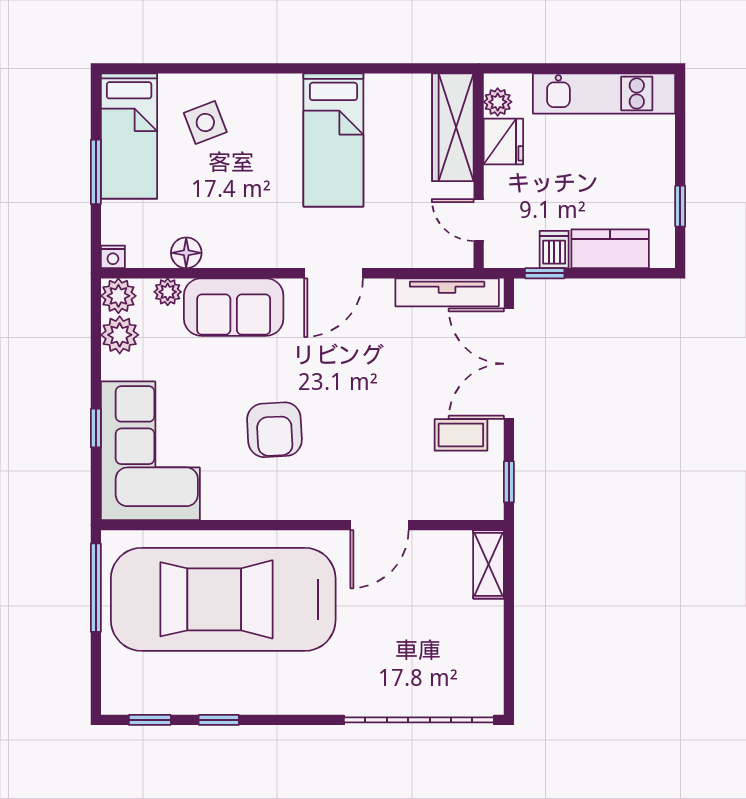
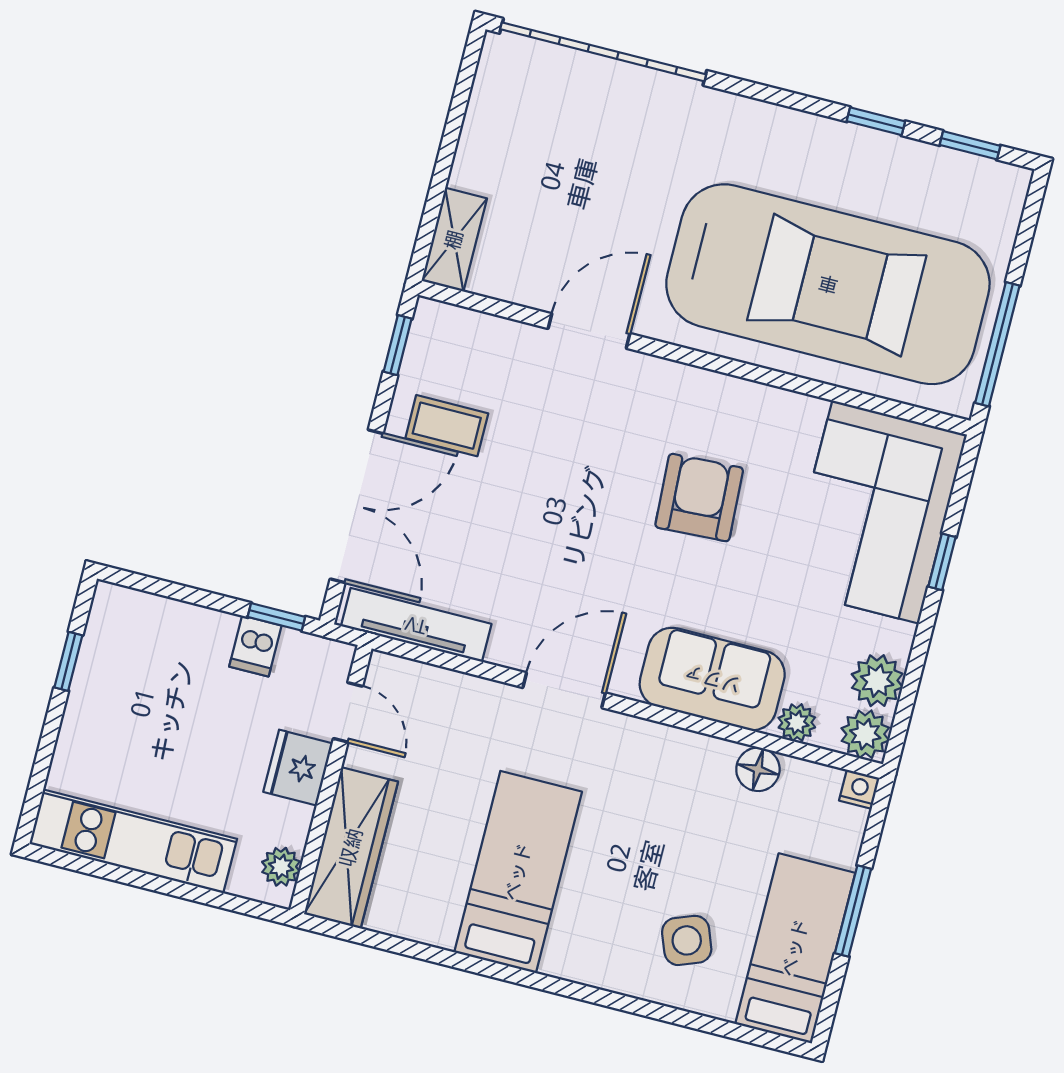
fridge: (503, 142) -> (298, 768), moved
kitchen counter: (610, 249) -> (179, 627), removed

